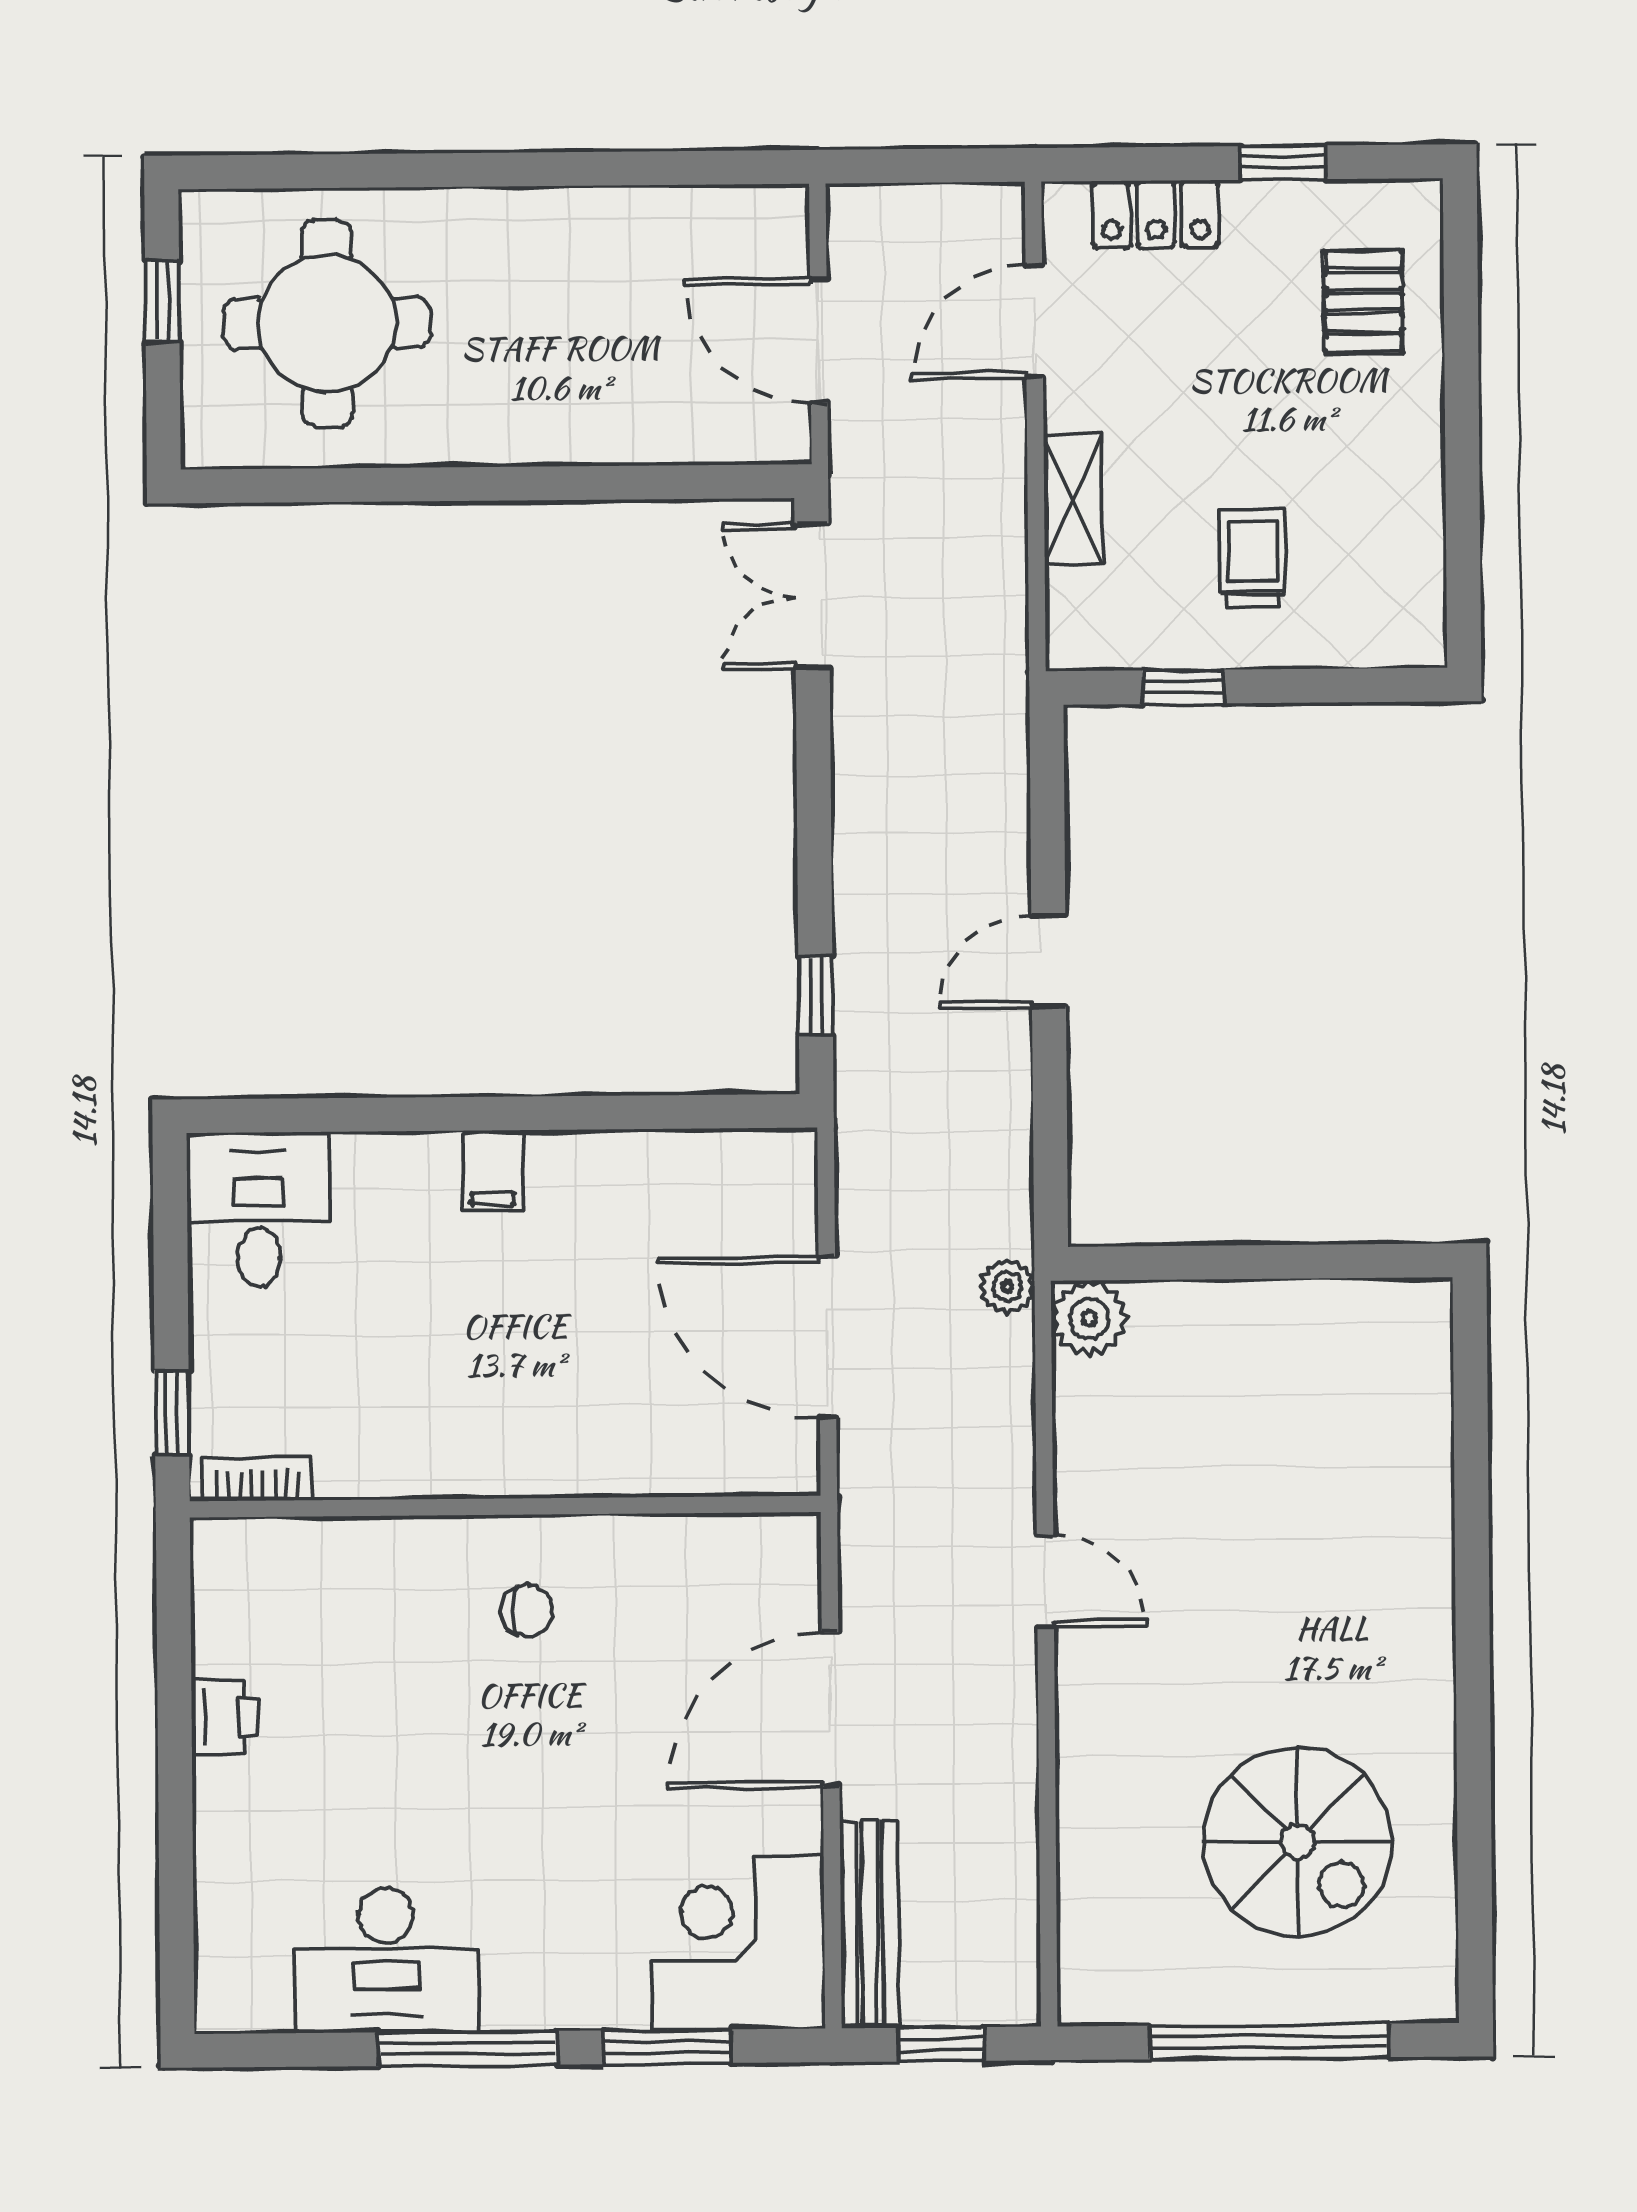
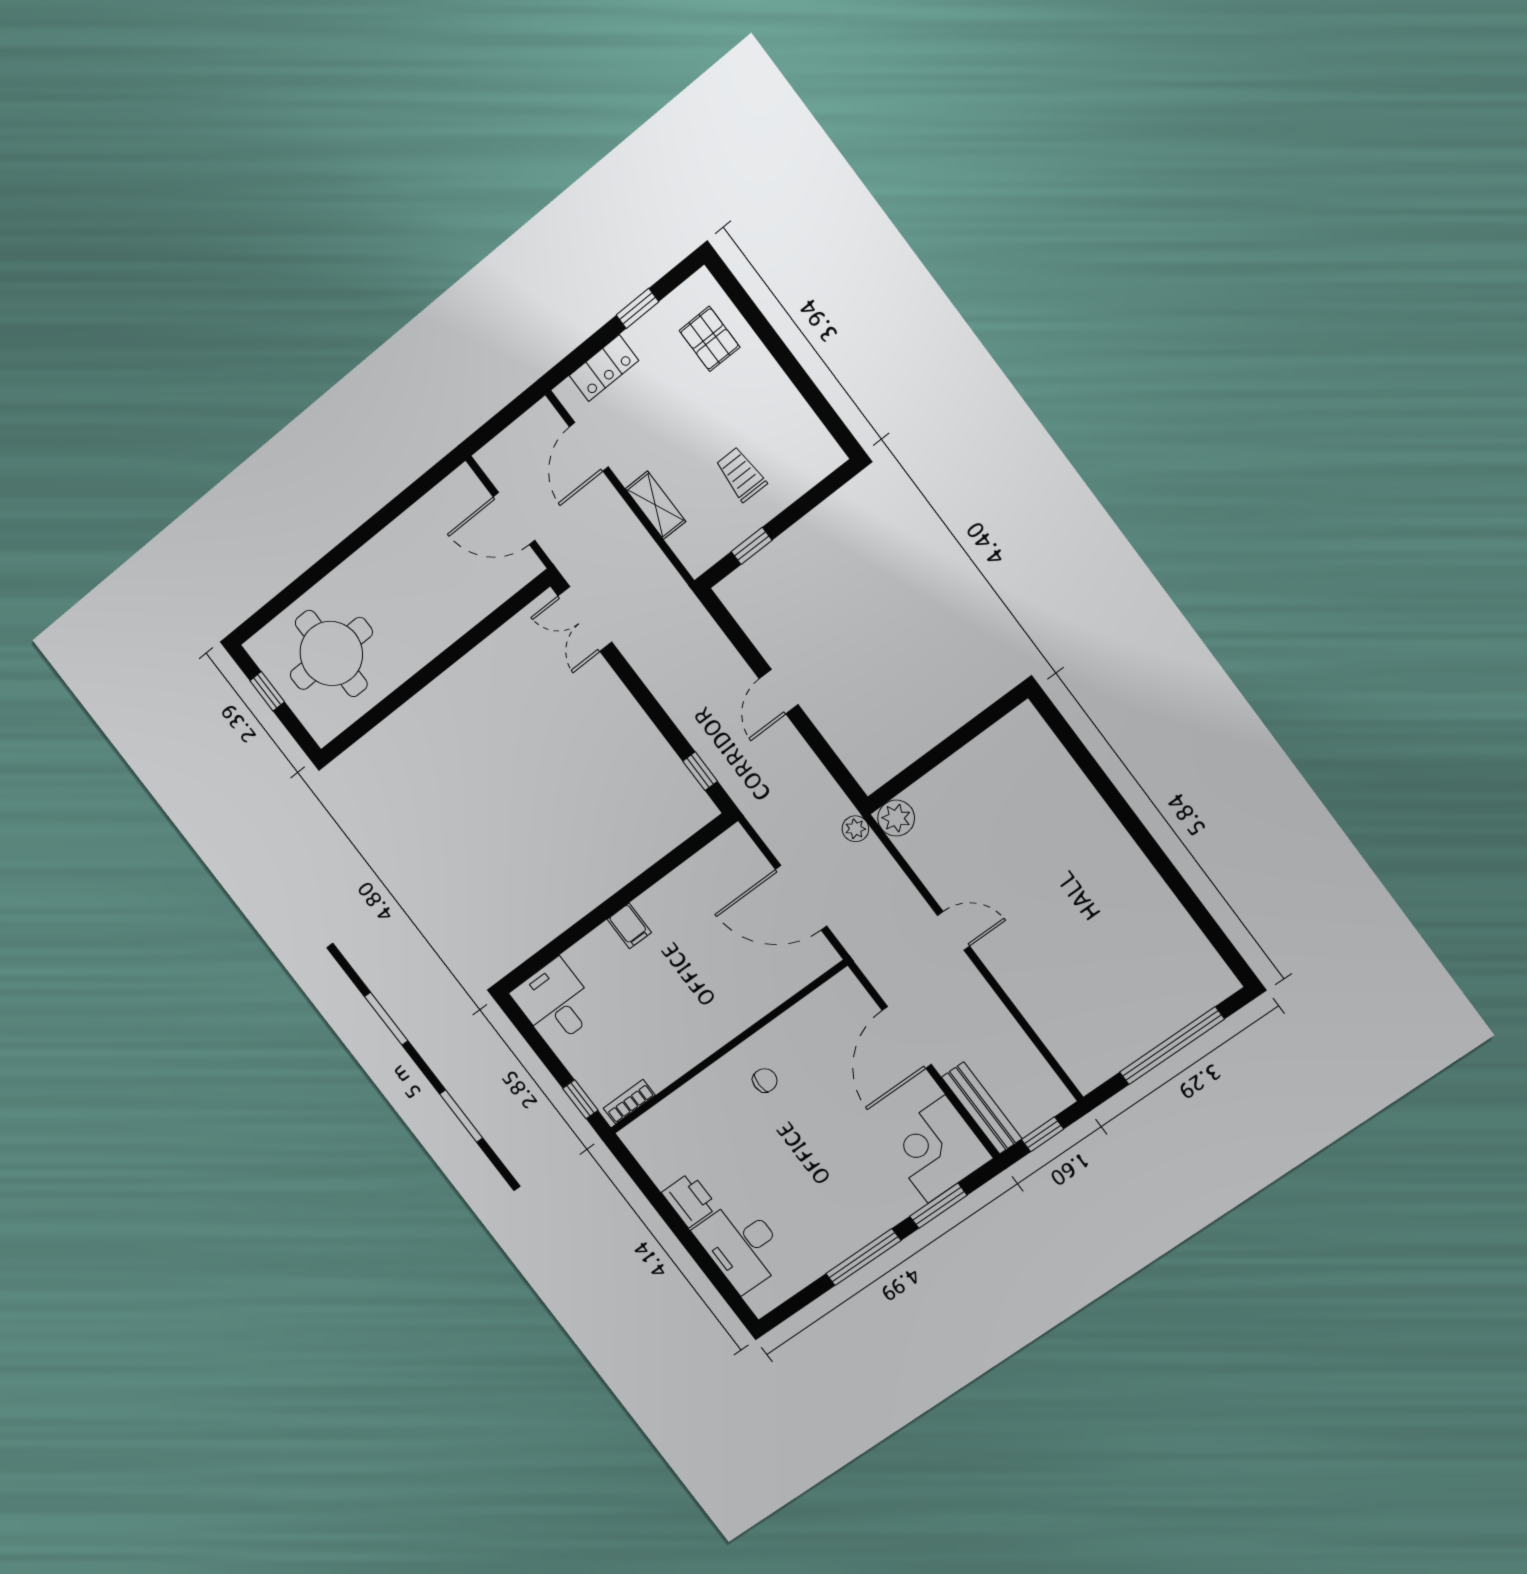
printer: (225, 1717) -> (690, 1200), width x1.36, depth x1.24
spiral stairs: (1297, 1842) -> (1127, 961), removed
desk: (386, 1960) -> (742, 1245), moved, turned 90

